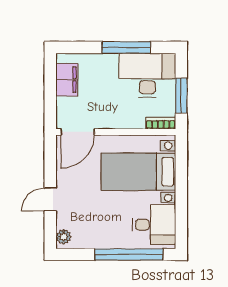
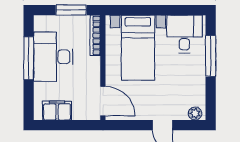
desk: (147, 75) -> (53, 57), moved
bookcase: (161, 123) -> (95, 35), width x1.56
window: (129, 254) -> (211, 56), width x0.68

